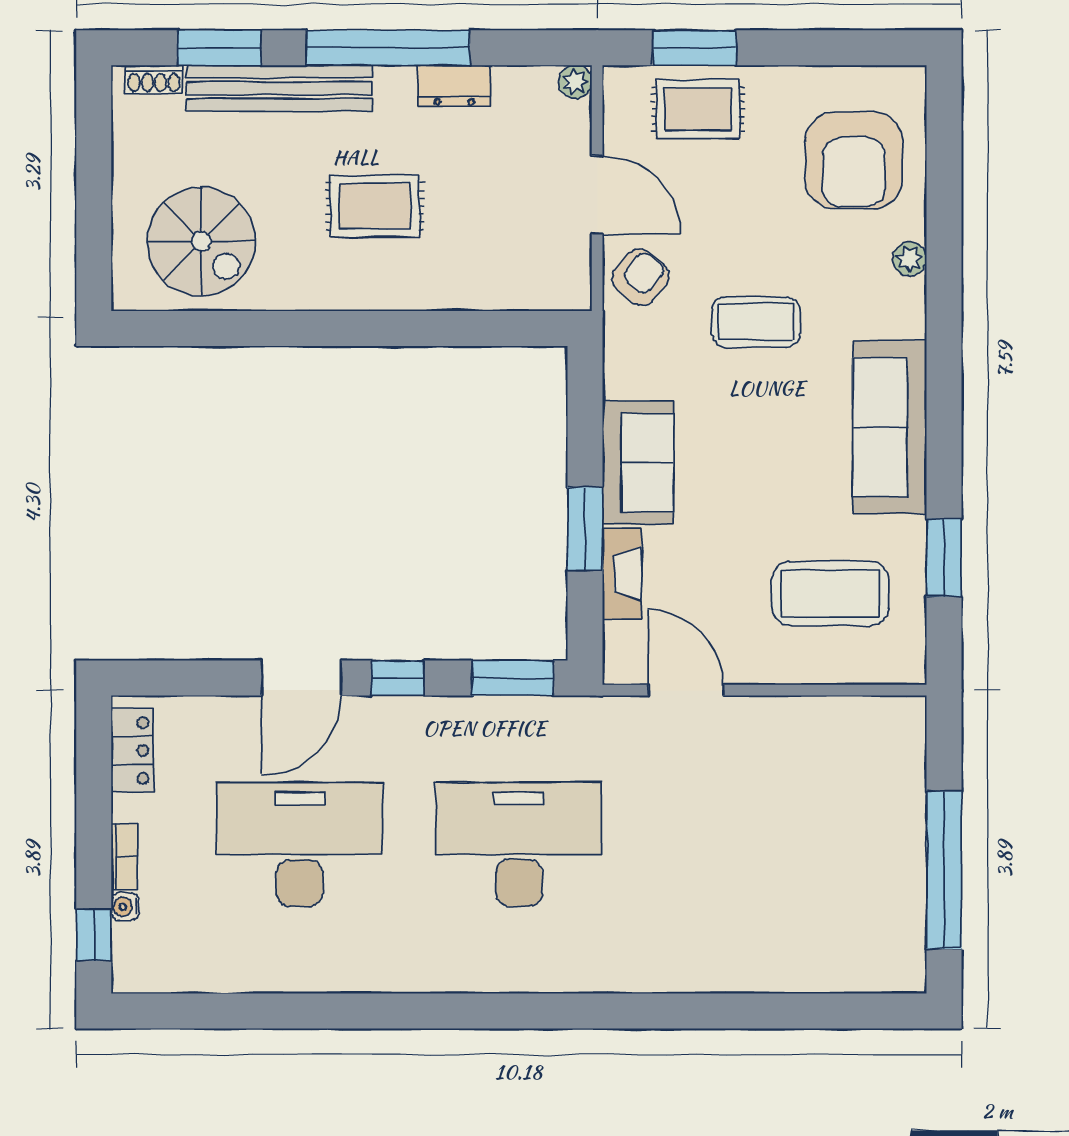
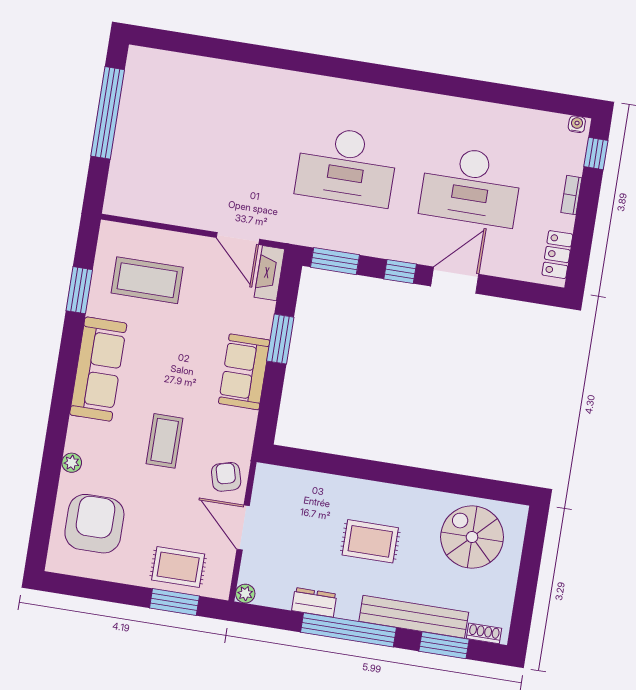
armchair: (640, 277) -> (226, 477), turned 126
coffee table: (756, 322) -> (165, 441), turned 90
fireplace: (622, 574) -> (269, 273), moved
water cooler: (125, 907) -> (577, 124), moved, turned -90

